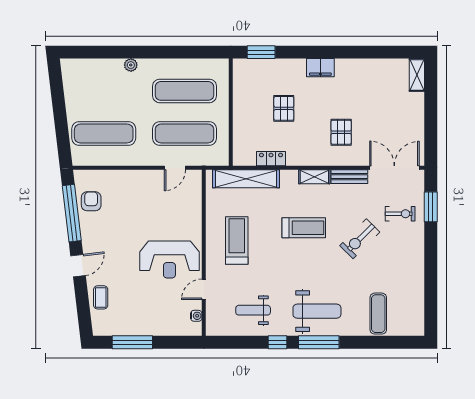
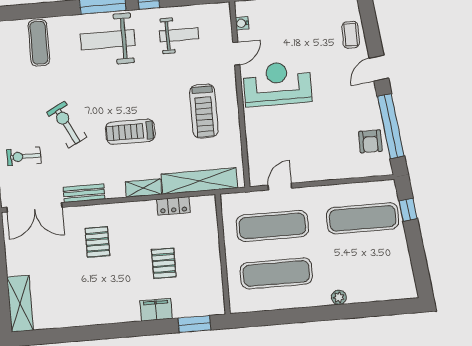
filing cabinet: (320, 68) -> (156, 310), moved
shelving: (417, 75) -> (20, 304), width x1.50, depth x1.33
window: (63, 138) -> (408, 210), added
shelving: (314, 177) -> (143, 188), moved
exercise bike: (360, 239) -> (67, 125), turned -72

